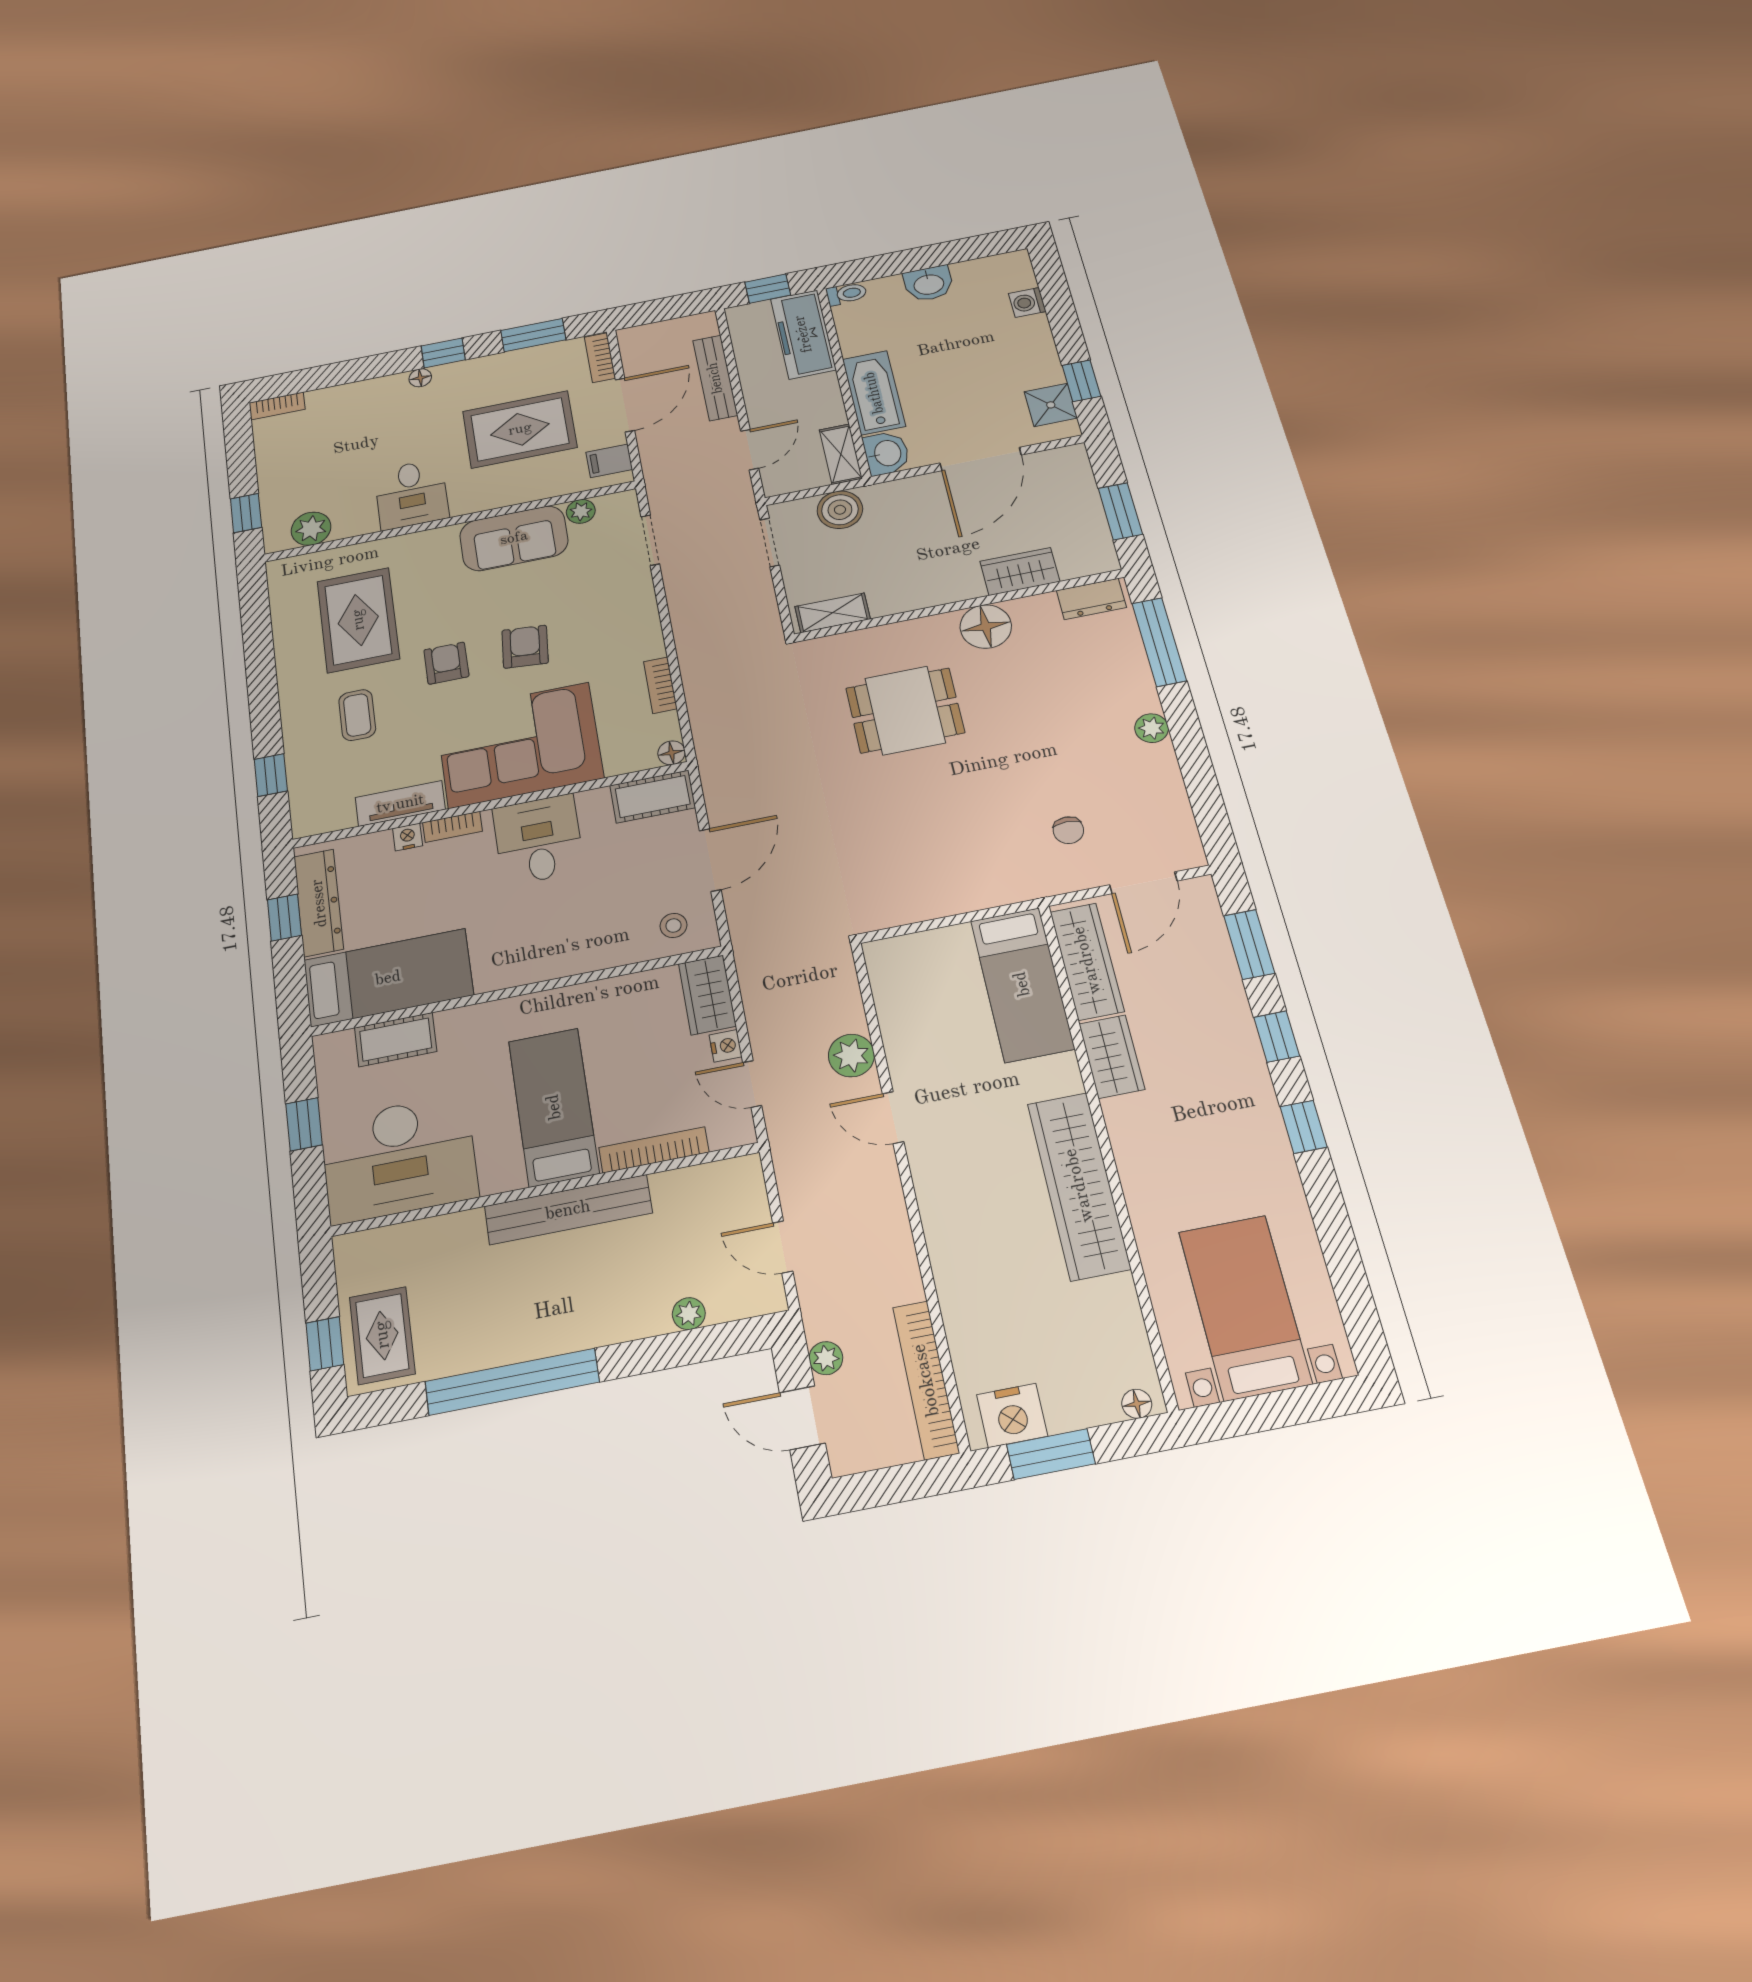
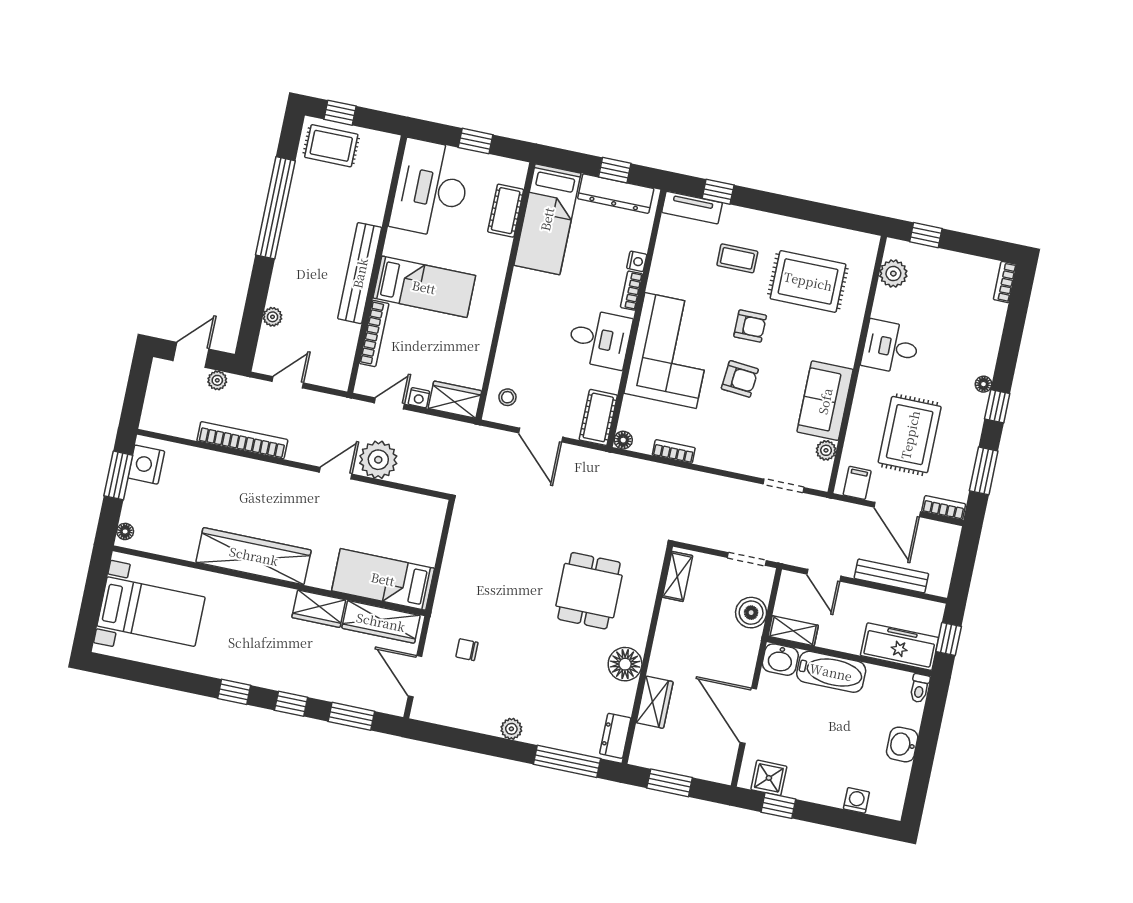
tv unit: (400, 804) -> (692, 208), moved, turned 90
plant: (851, 1056) -> (378, 460), width x1.36, depth x1.36
bookcase: (926, 1380) -> (242, 440), moved

